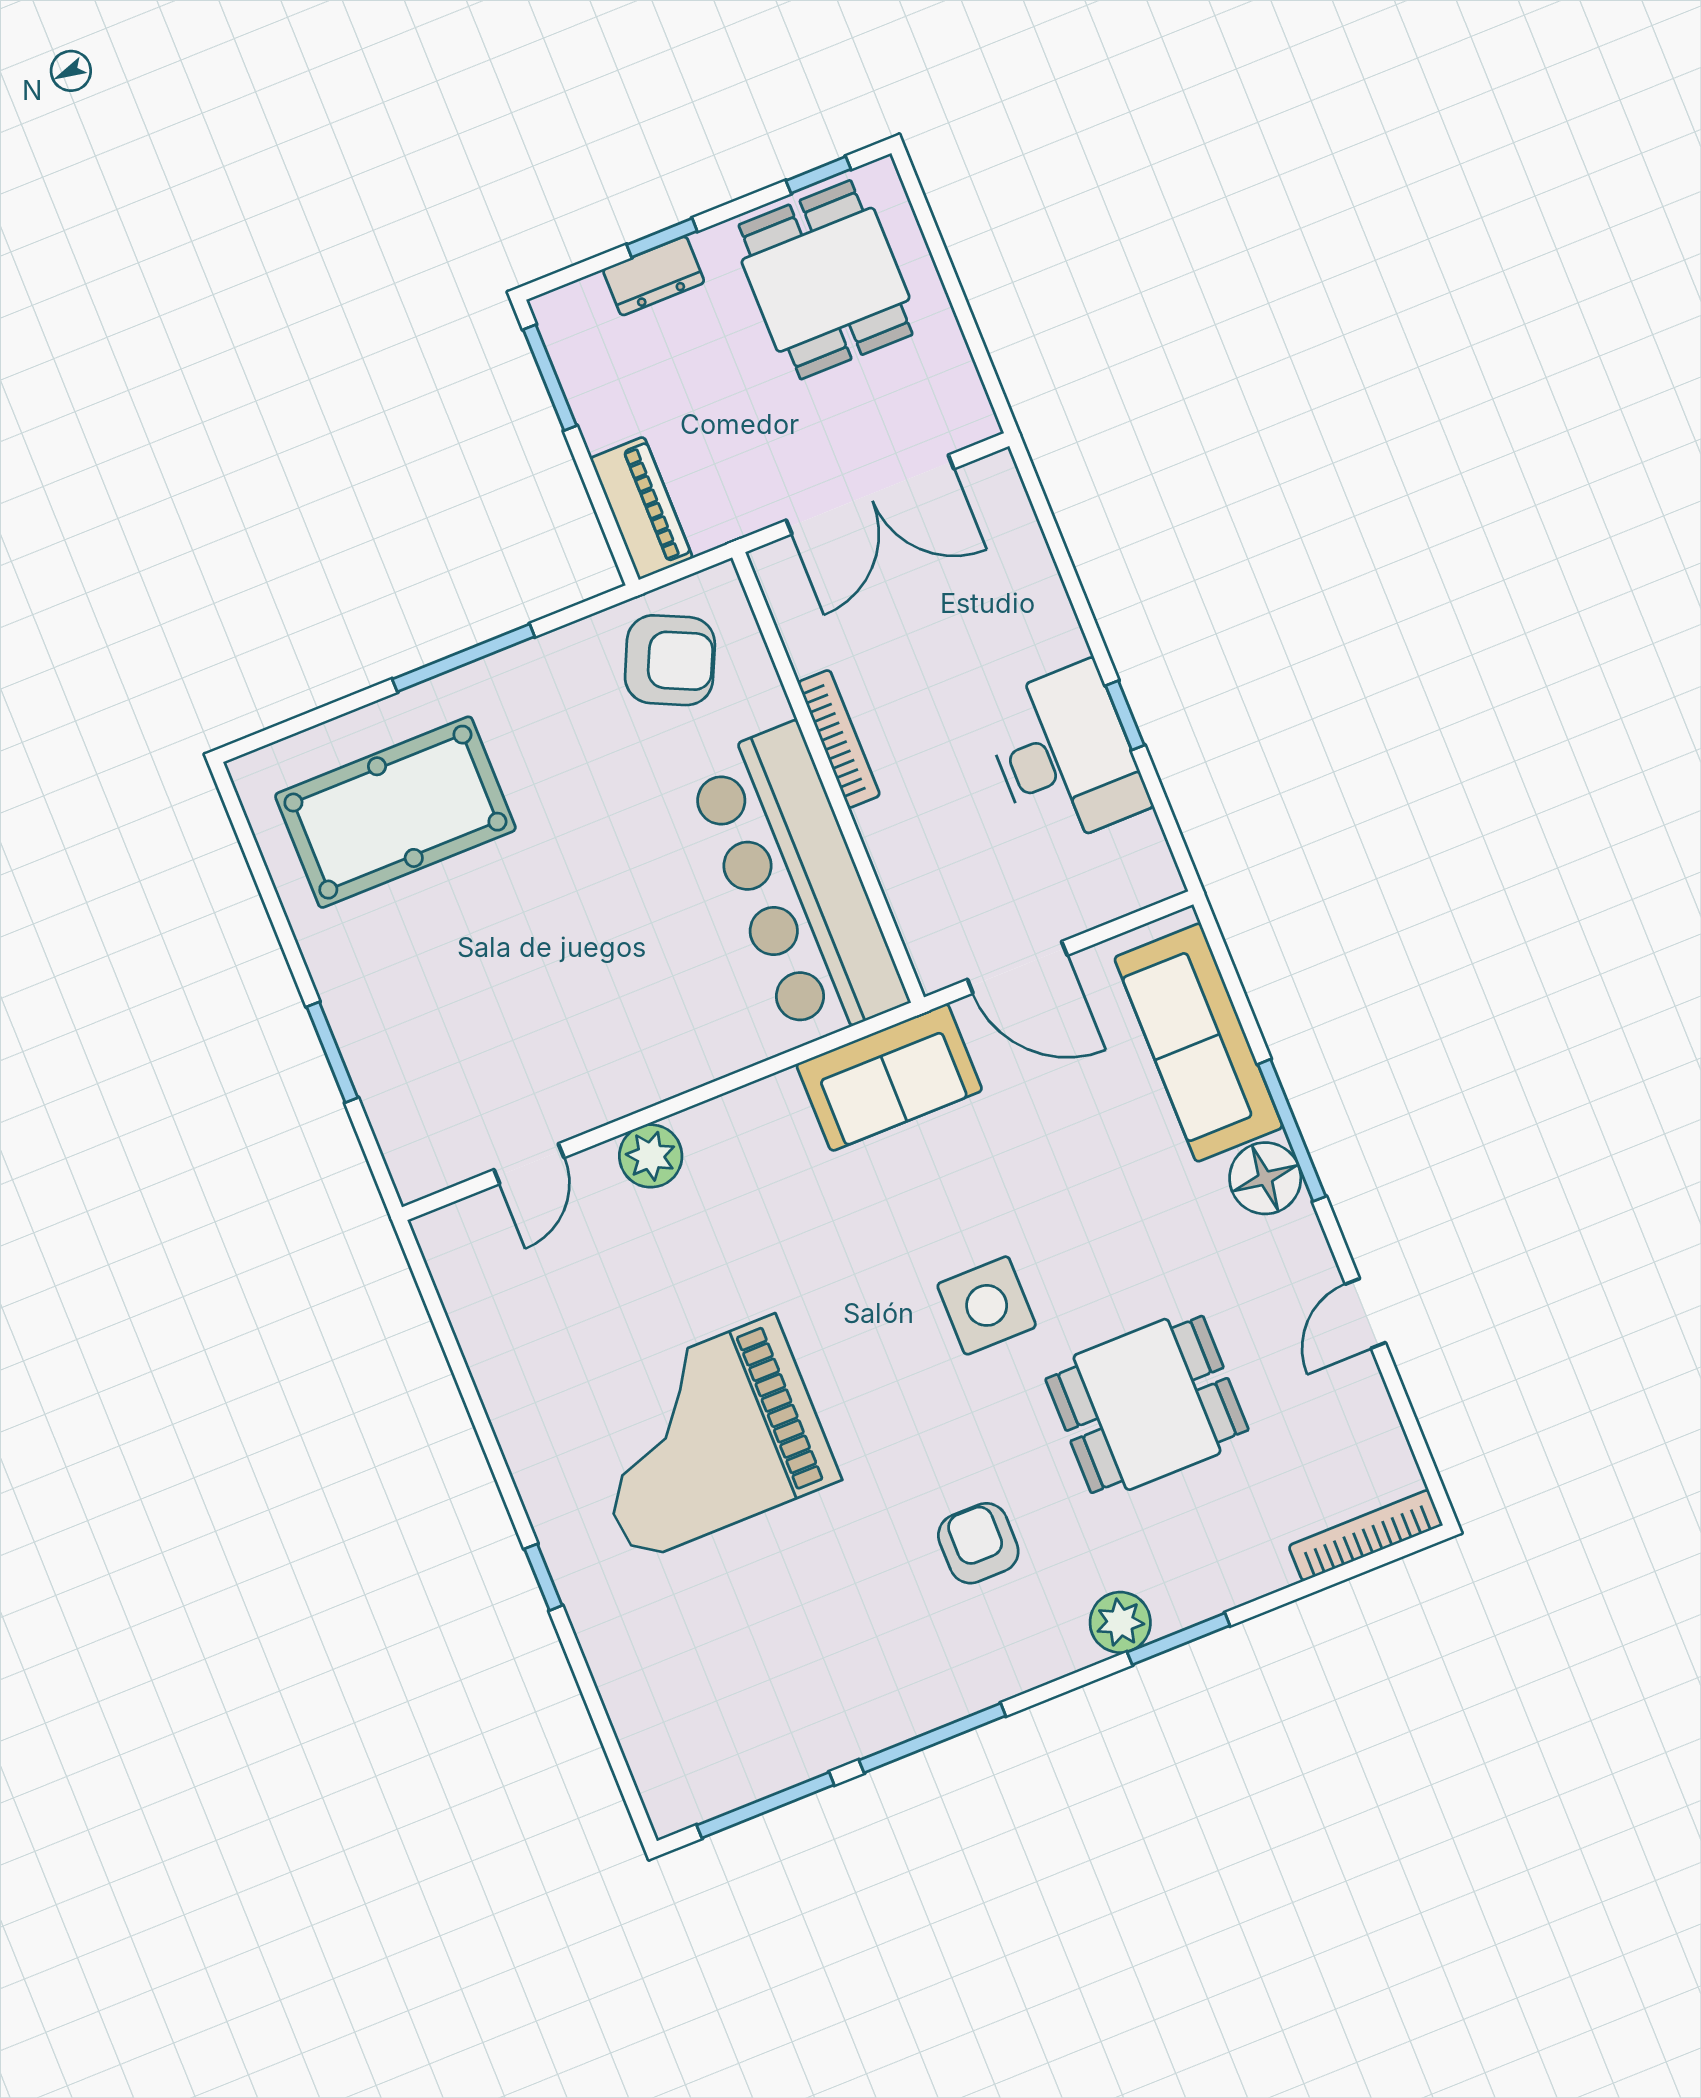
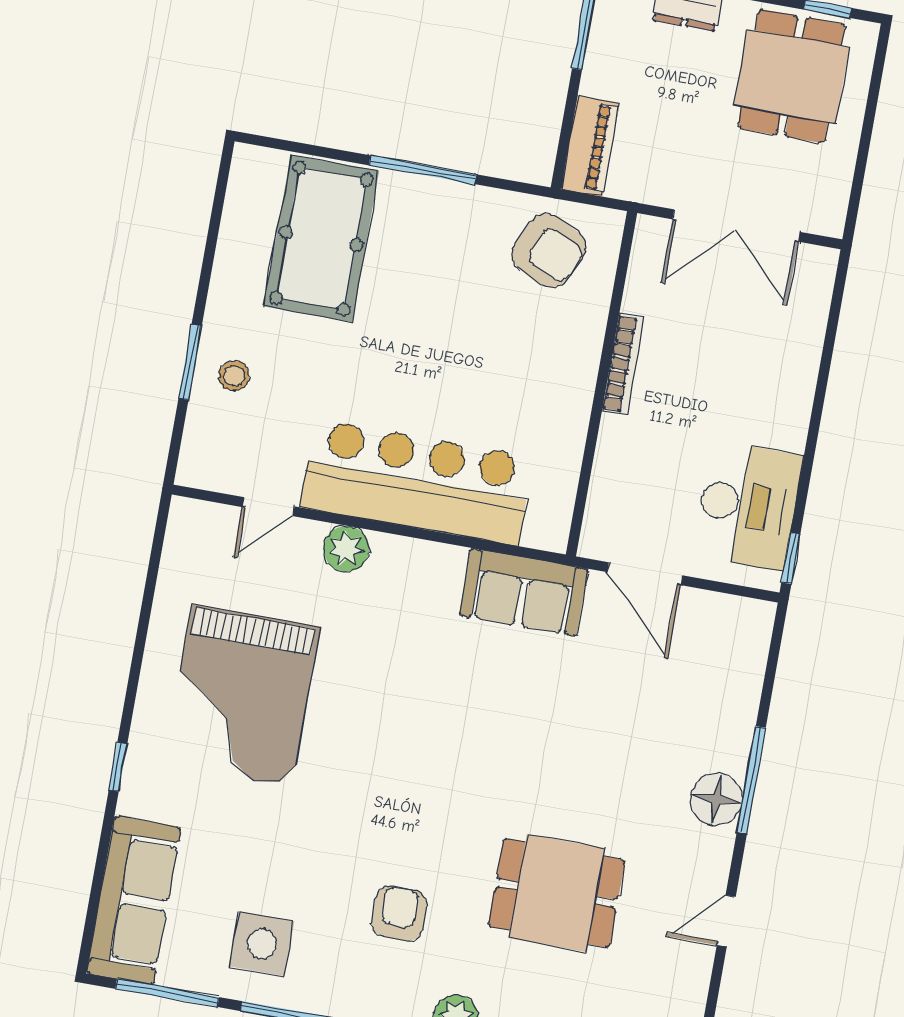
window: (1125, 715) -> (791, 558), moved
desk: (1065, 755) -> (748, 505), moved
pool table: (395, 812) -> (321, 239), turned 90
bar counter: (796, 884) -> (417, 482), moved, turned 90
stool: (394, 1036) -> (234, 376), added
sofa: (1198, 1043) -> (134, 900), moved, turned 180
side table: (987, 1305) -> (262, 944), moved
grand piano: (704, 1438) -> (242, 696), moved, turned -90

